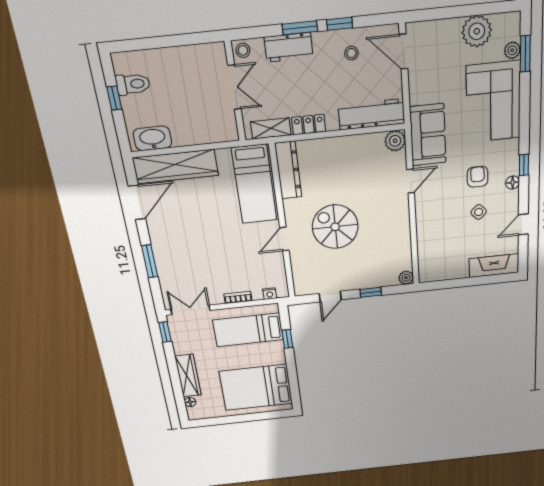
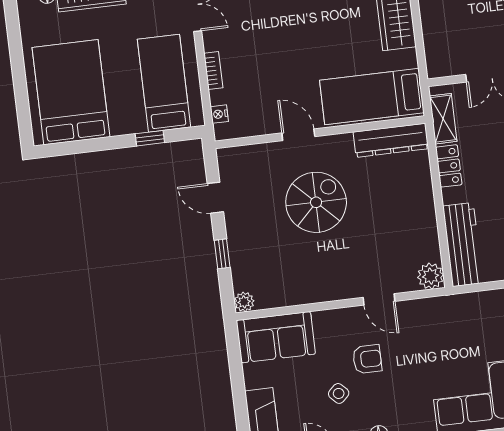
sofa: (428, 135) -> (276, 337), moved
armchair: (478, 177) -> (367, 359), moved

